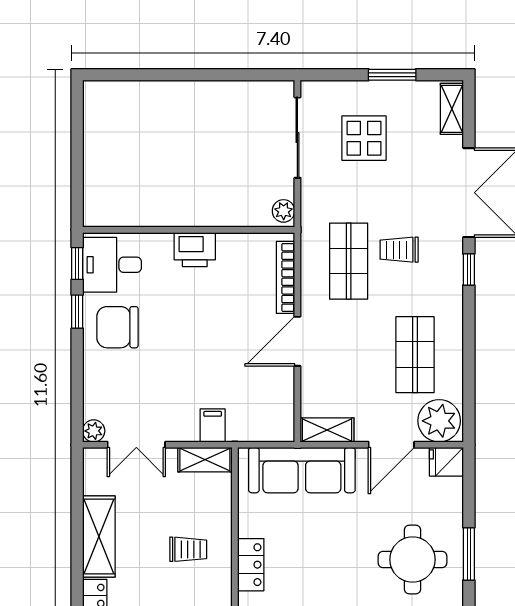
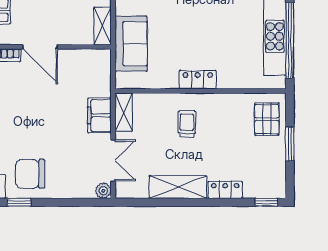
chair: (117, 327) -> (30, 174), turned 90
filing cabinet: (213, 425) -> (99, 115), width x2.00
sofa: (302, 470) -> (131, 44), width x0.73

